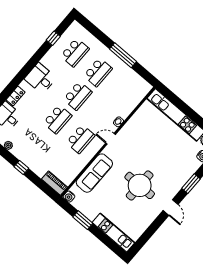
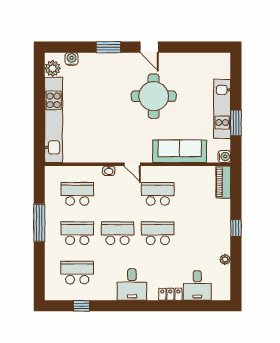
school desk: (121, 92) -> (77, 194), added
door: (171, 207) -> (149, 47), swing flipped
kitchen unit: (114, 233) -> (222, 109), moved

